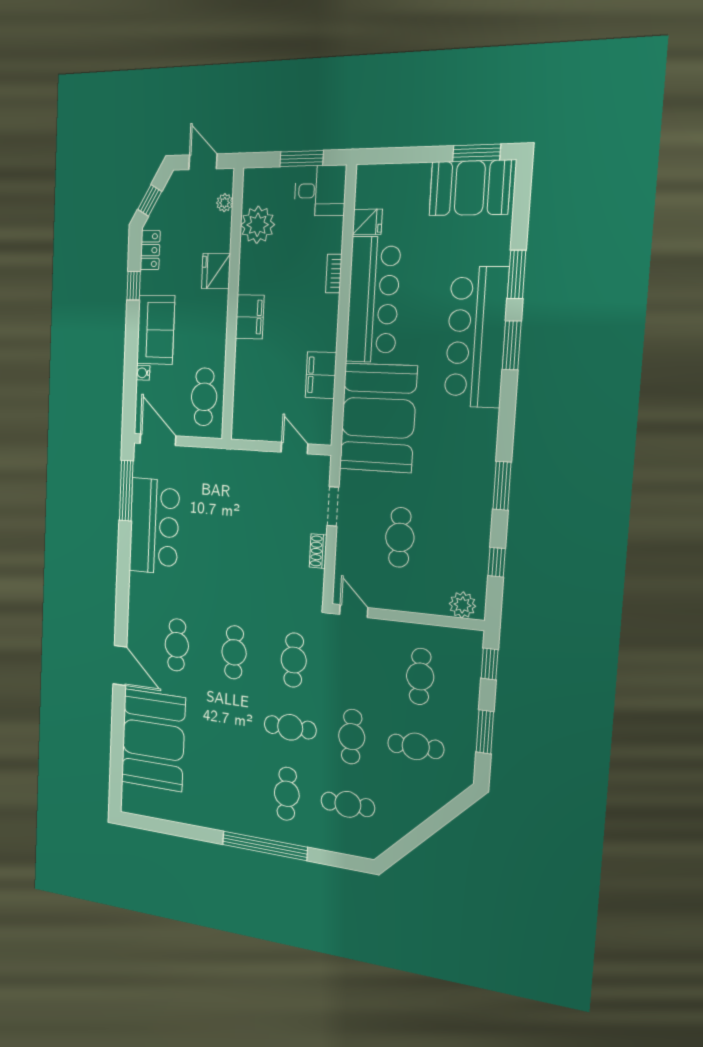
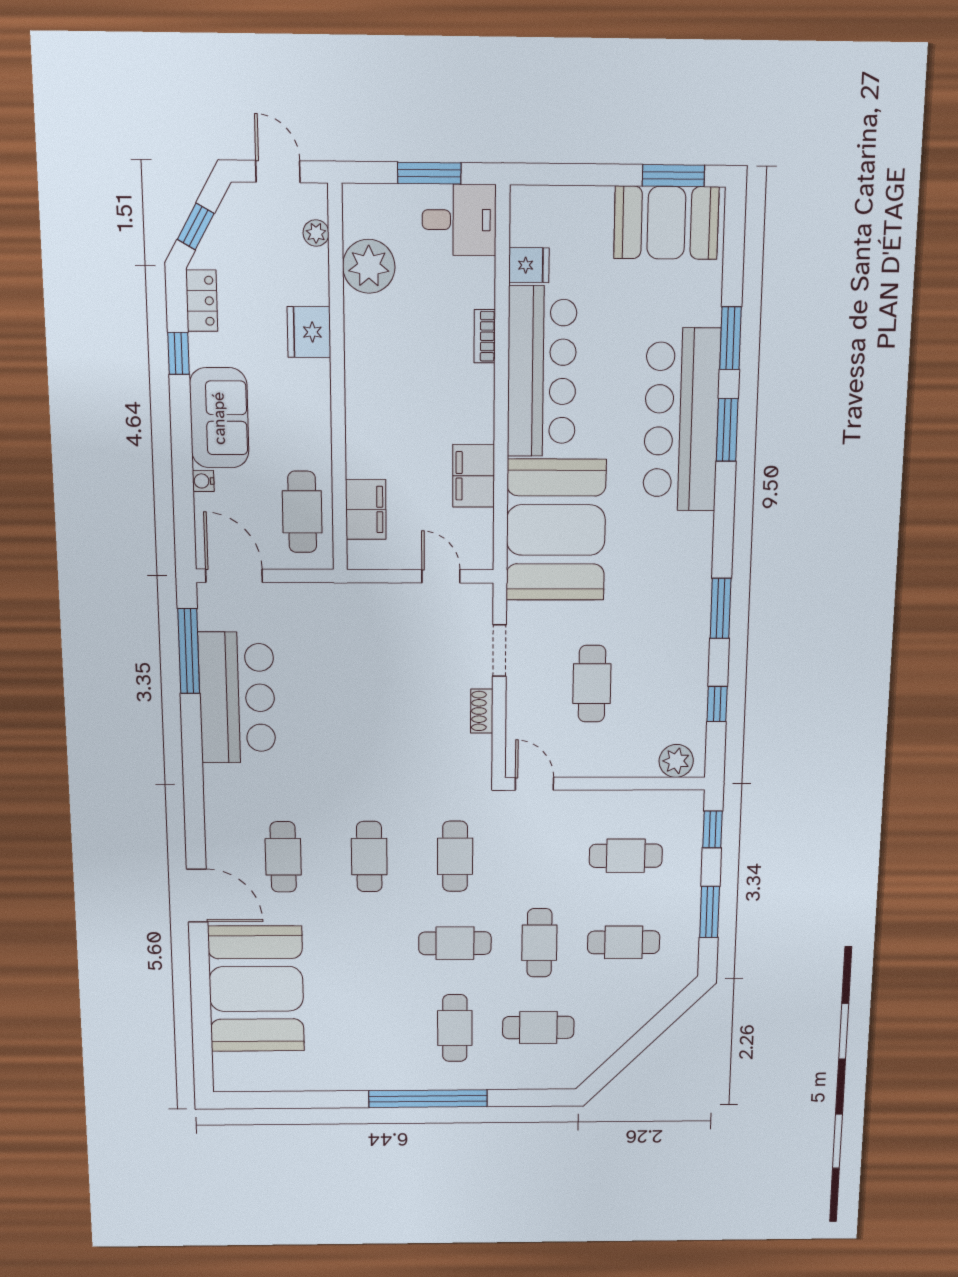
filing cabinet: (250, 317) -> (366, 509), moved
cafe table: (420, 676) -> (626, 856), turned 90

